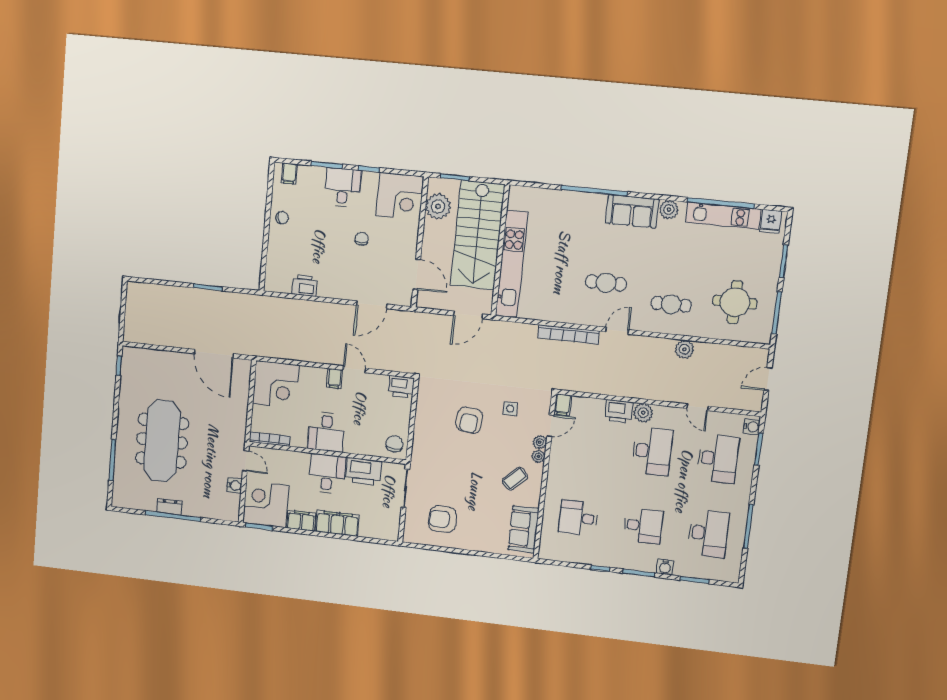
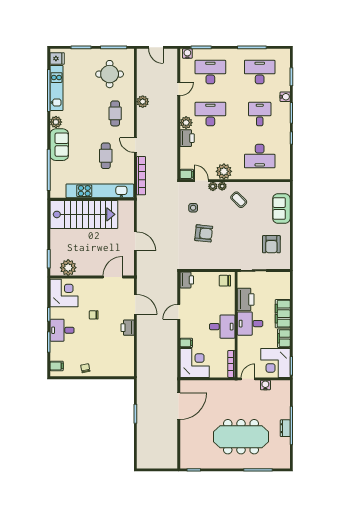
stairs: (478, 235) -> (84, 214), moved
wall: (500, 250) -> (92, 199), moved
kitchen unit: (512, 264) -> (100, 191), moved
printer: (304, 286) -> (128, 328), moved
filing cabinet: (335, 378) -> (186, 343), moved
plant: (561, 461) -> (224, 171), added
desk: (578, 518) -> (260, 156), width x1.37
sofa: (523, 529) -> (281, 208), moved, turned 90

